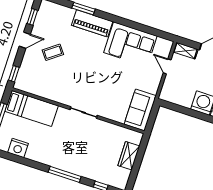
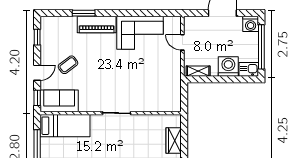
door: (25, 40) -> (37, 73), moved
shelving: (186, 51) -> (198, 71), moved
sofa: (140, 110) -> (59, 101), moved, turned 90

